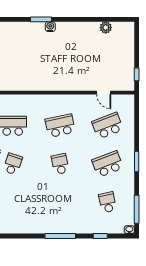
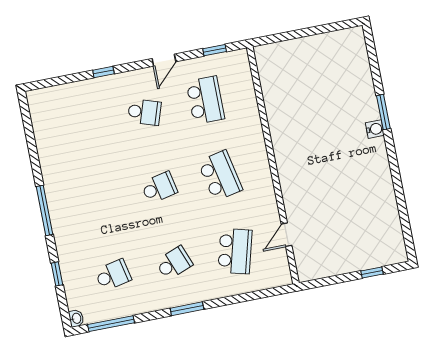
plant: (106, 28) -> (391, 218), removed
window: (137, 74) -> (372, 272), moved
school desk: (108, 126) -> (235, 251), turned 36
school desk: (108, 164) -> (174, 263), width x0.54

